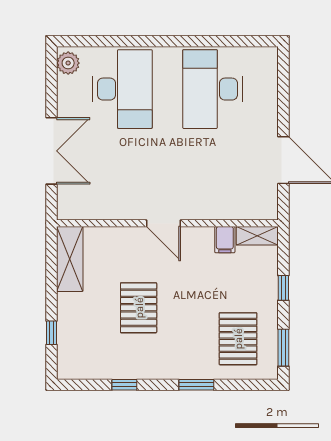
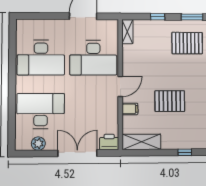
plant: (68, 63) -> (38, 144), moved
desk: (212, 177) -> (93, 58), added
printer: (70, 204) -> (109, 142), added
filing cabinet: (225, 240) -> (130, 109), moved

